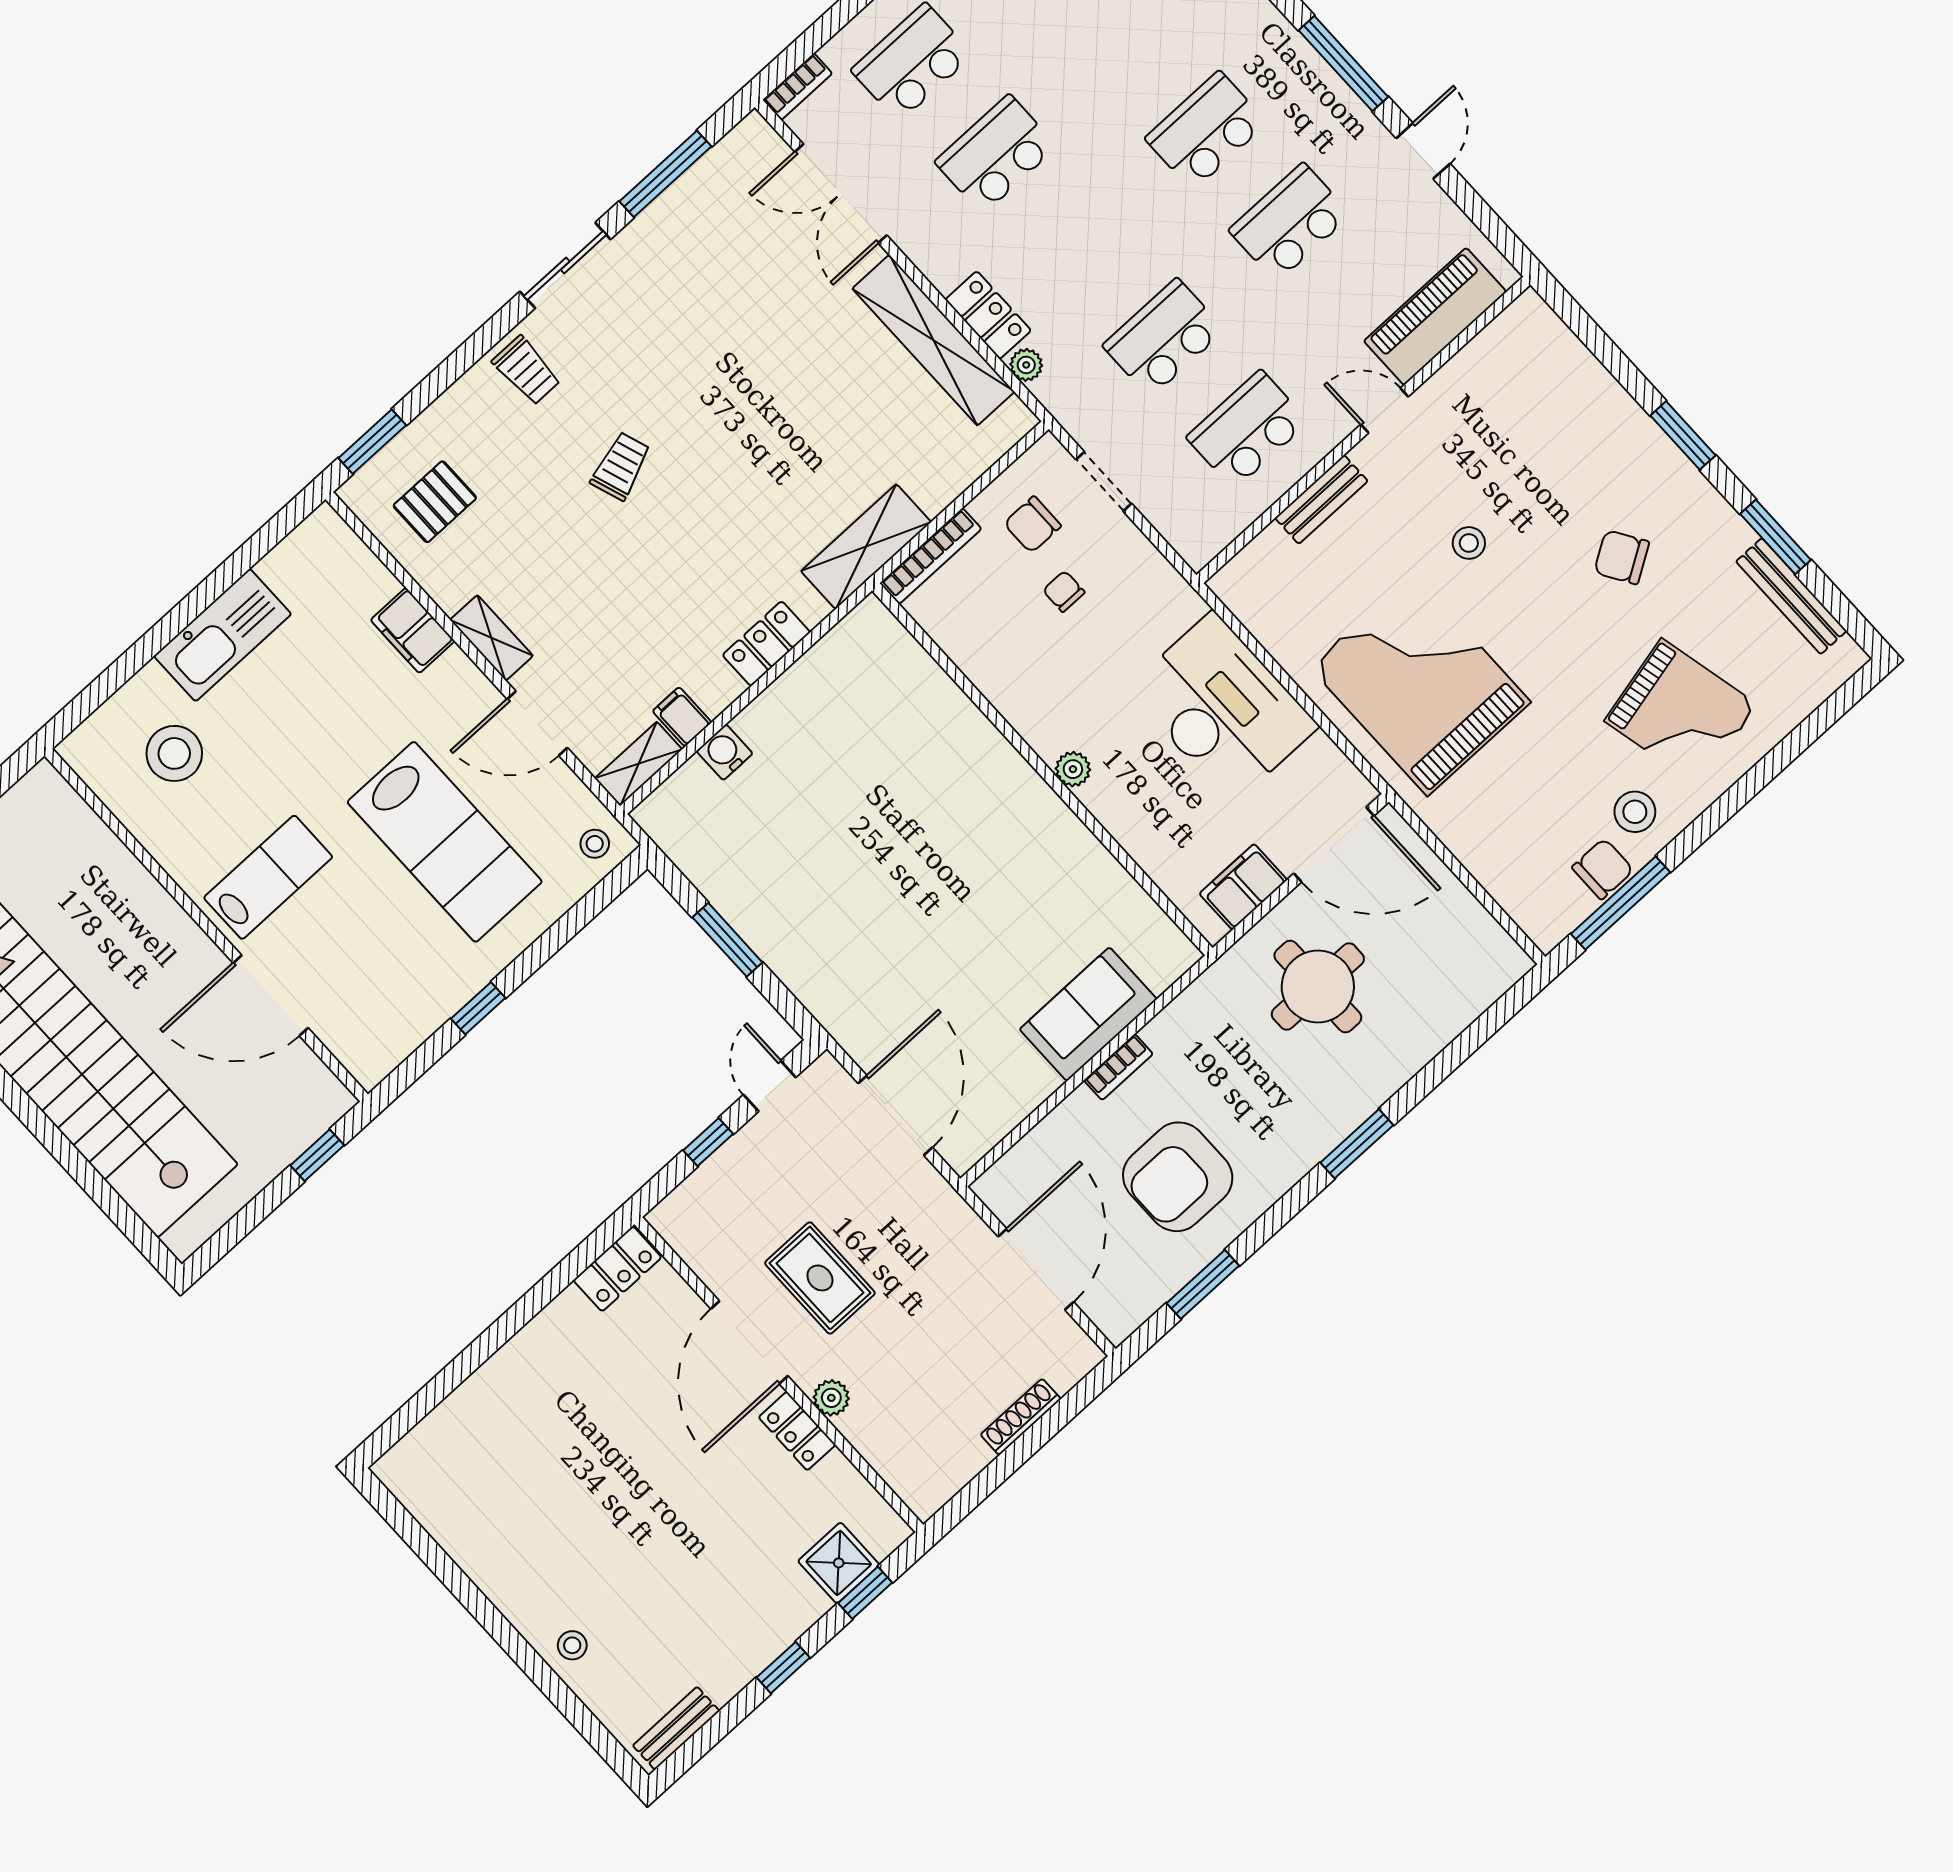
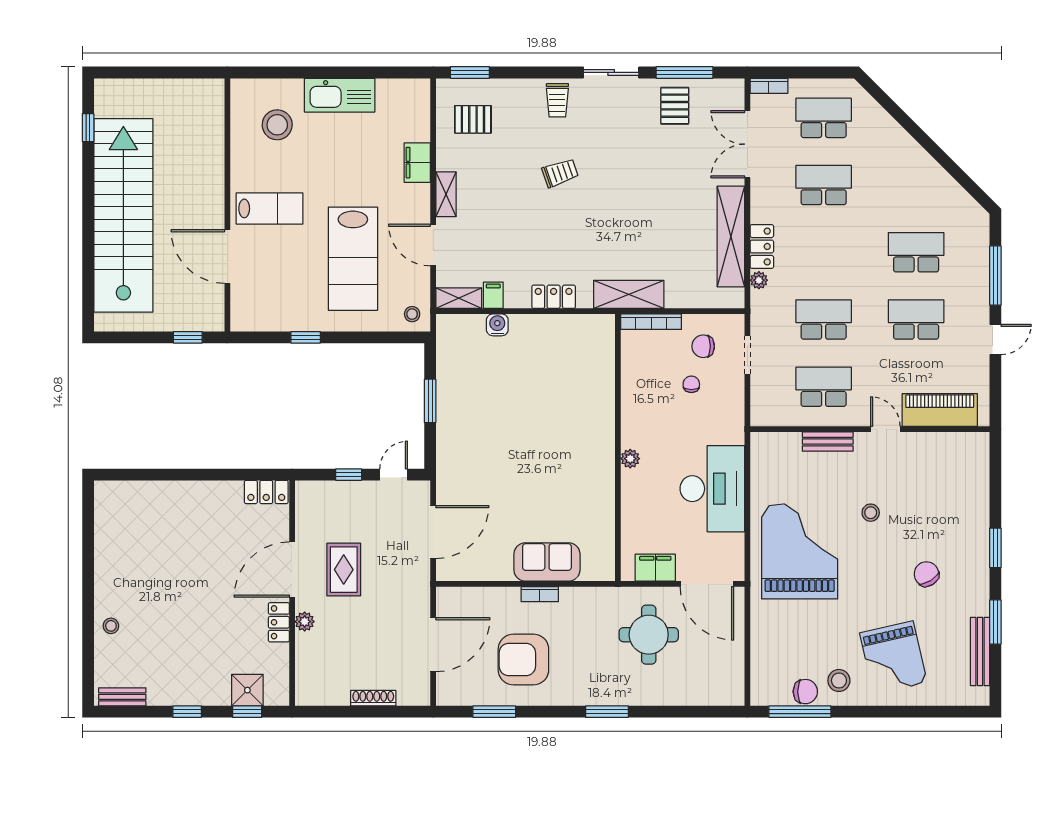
pallet: (694, 231) -> (675, 106), added

